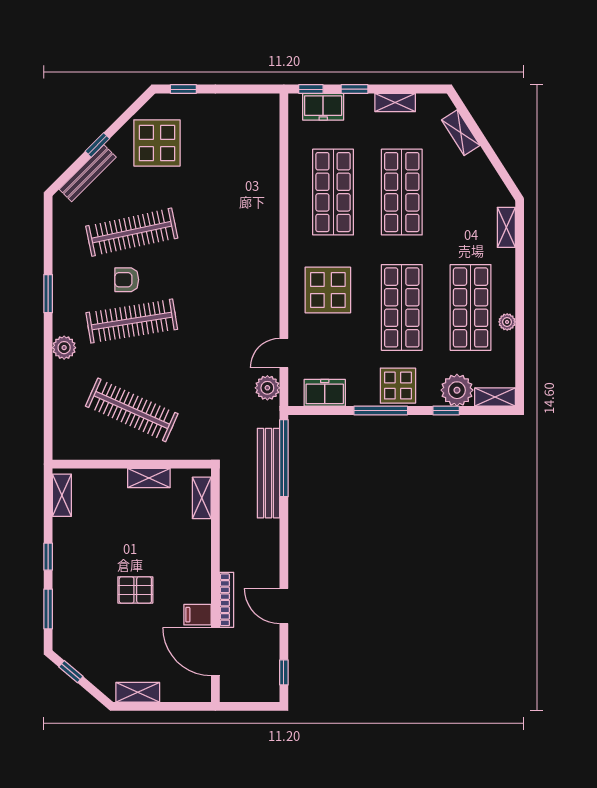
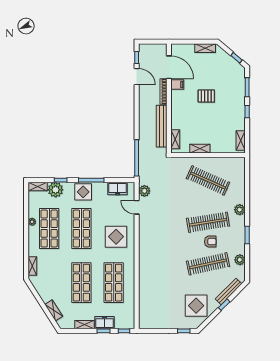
freezer: (323, 107) -> (104, 323), moved
plant: (64, 241) -> (240, 260), added
door: (284, 353) -> (137, 207), swing flipped
bench: (268, 473) -> (162, 126), moved
door: (284, 606) -> (137, 77), moved

